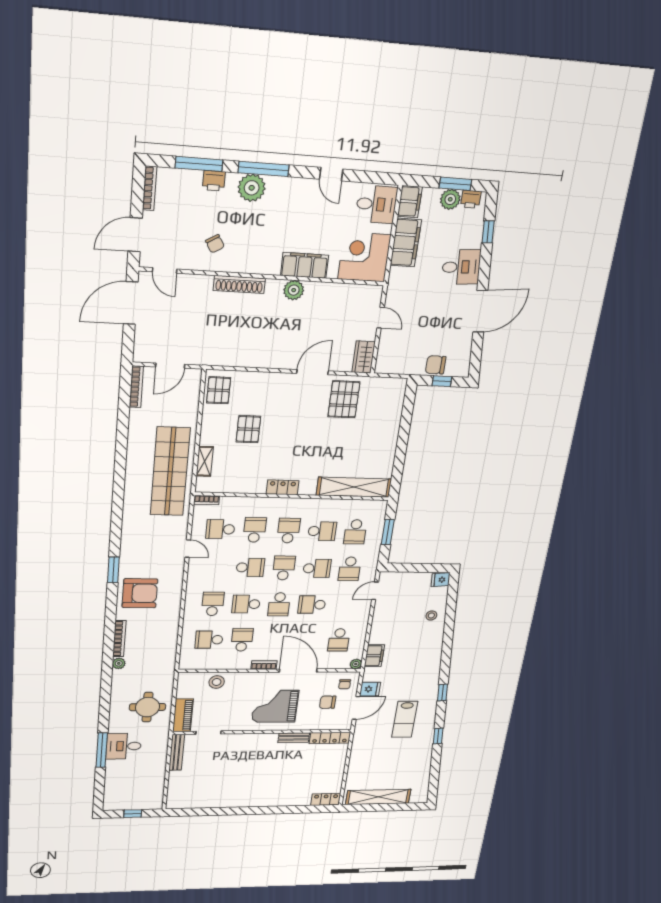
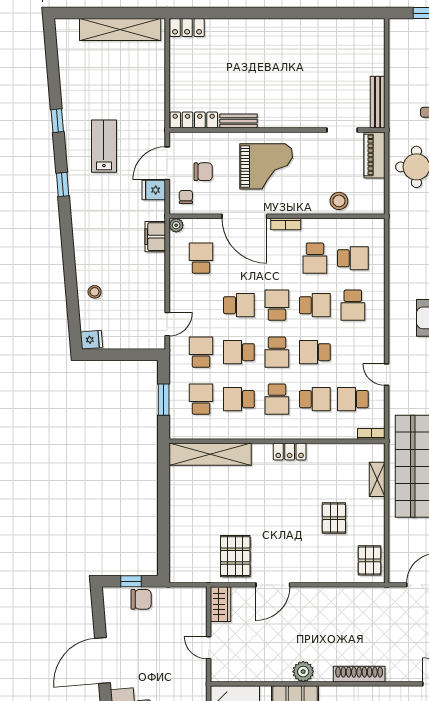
school desk: (220, 529) -> (353, 399), turned 180
school desk: (255, 530) -> (315, 399), turned -90

